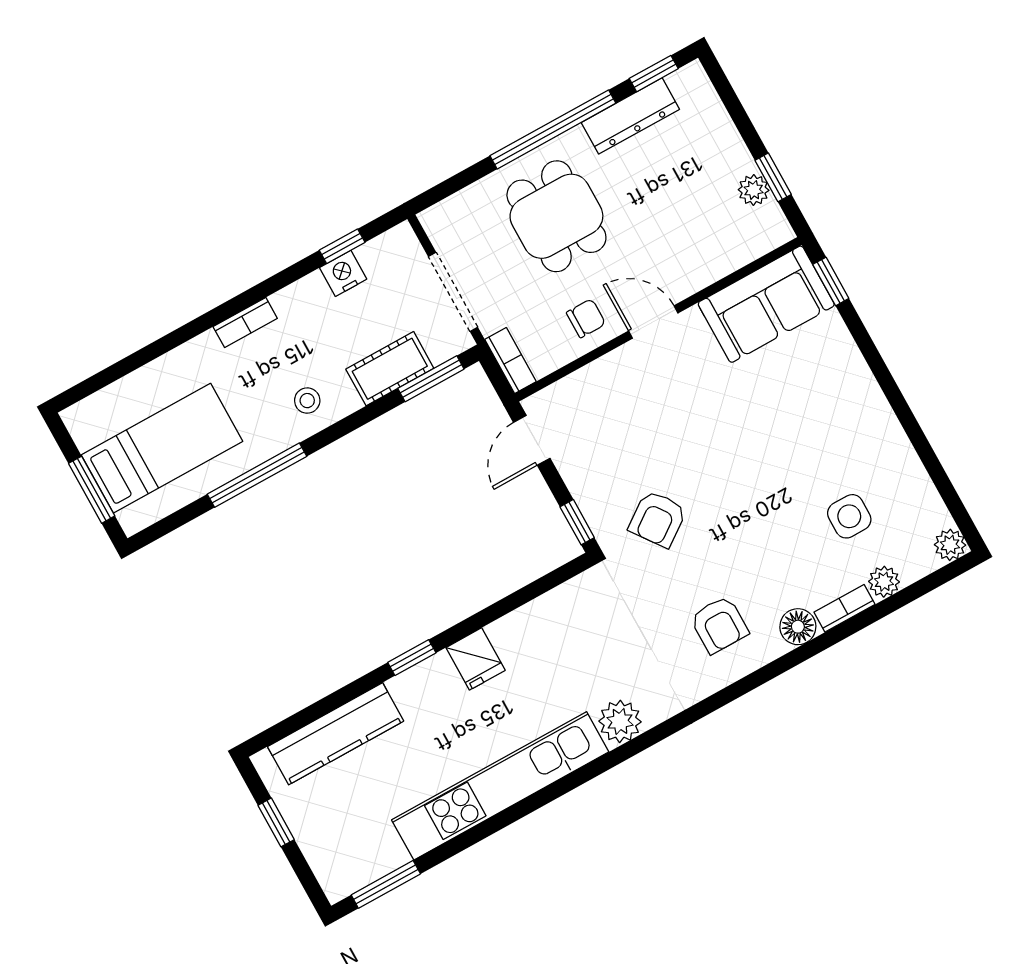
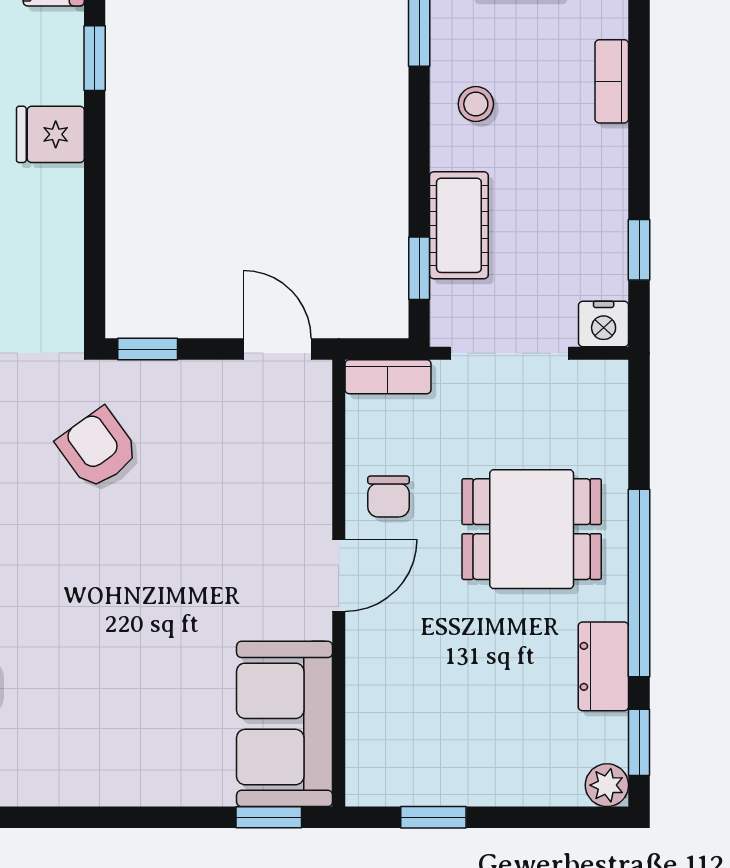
dresser: (630, 116) -> (603, 666), width x0.70
plant: (754, 190) -> (607, 785), moved
nightstand: (343, 273) -> (604, 324), moved, turned 90
window: (431, 379) -> (419, 268), width x0.67

